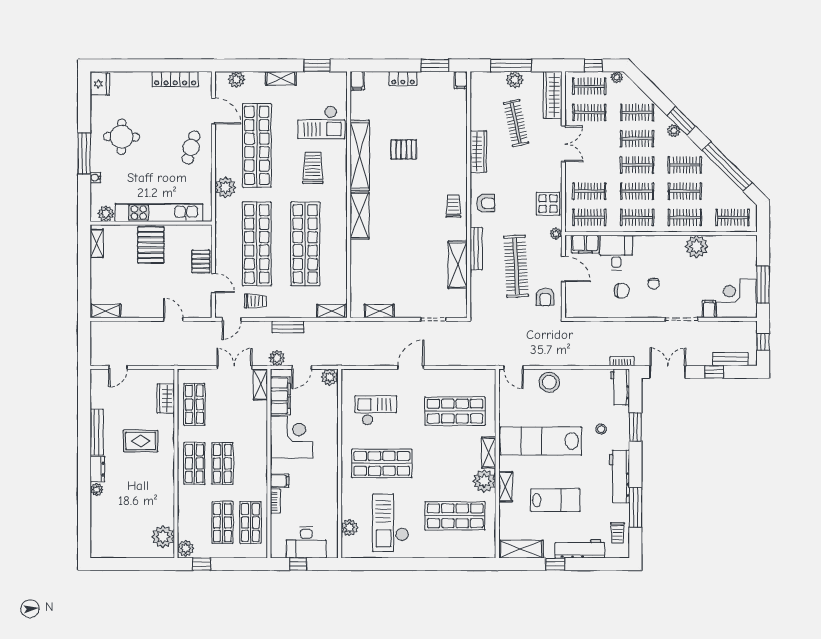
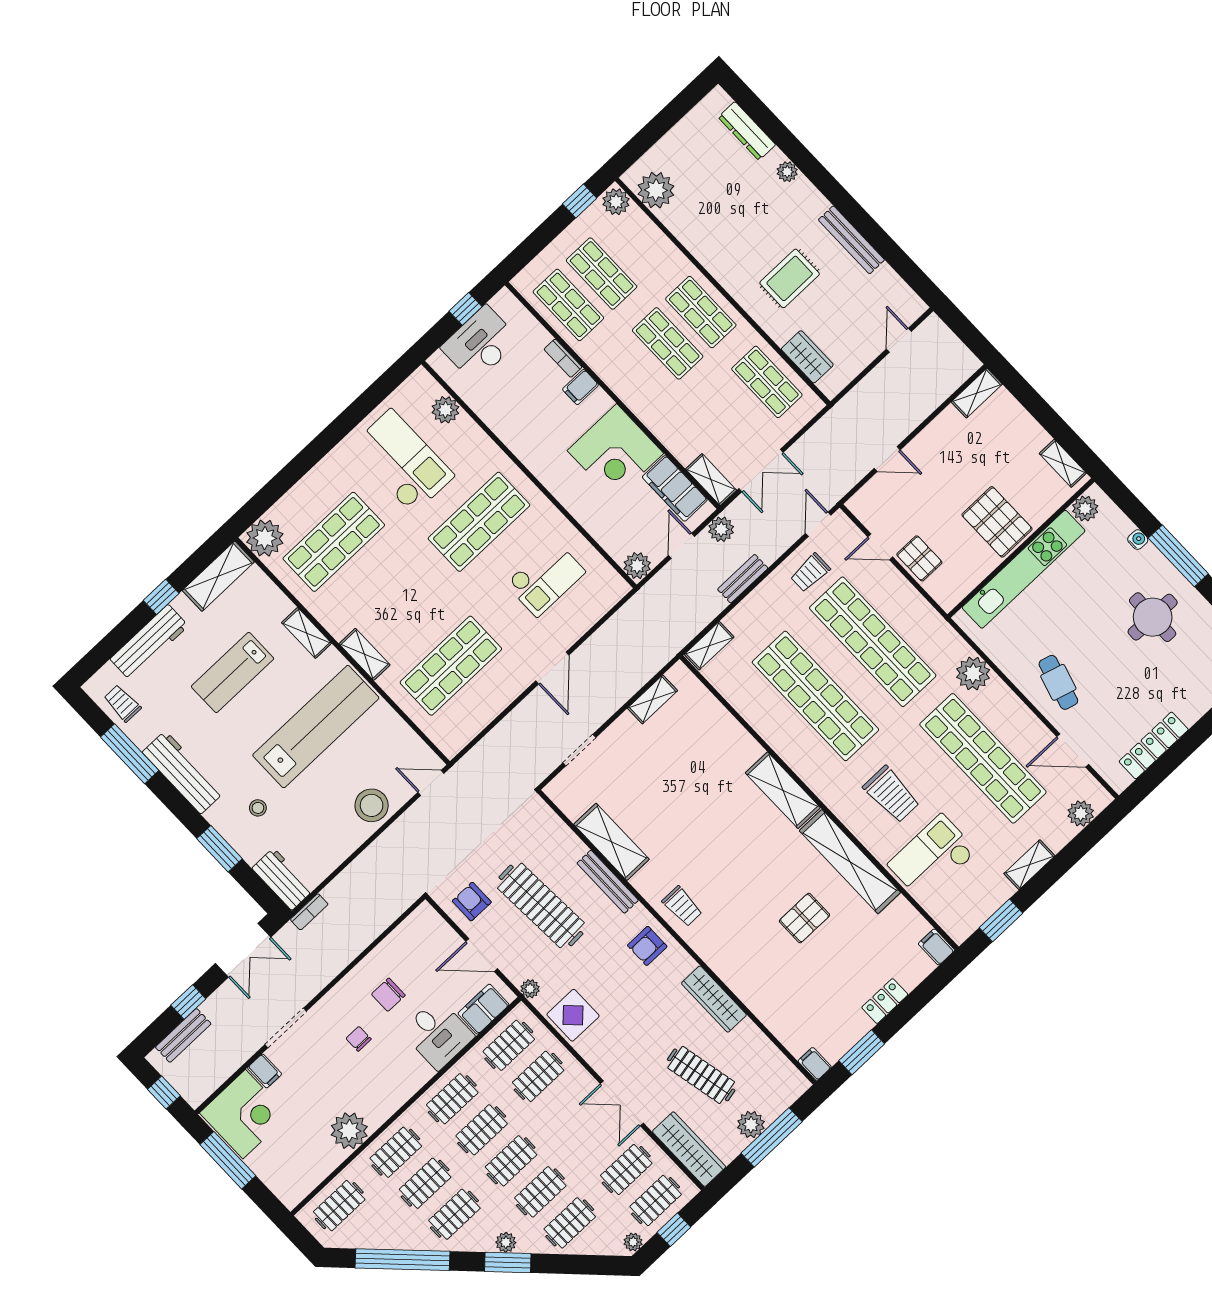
dresser: (97, 469) -> (747, 131), moved, width x1.44
plant: (484, 481) -> (265, 538), moved

